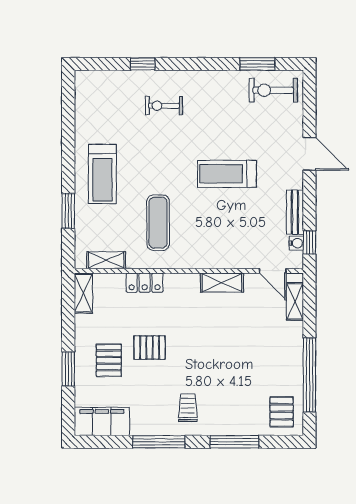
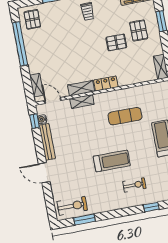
treadmill: (227, 174) -> (112, 161), moved
bench: (295, 212) -> (47, 142), width x1.36
exercise mat: (158, 223) -> (125, 116), turned 90
shelving: (106, 260) -> (82, 102), moved
locker: (145, 283) -> (106, 83), moved

